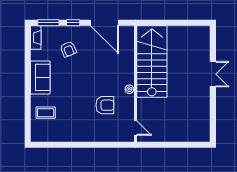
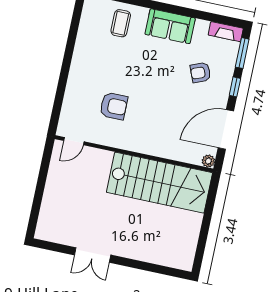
double door: (213, 74) -> (93, 255), moved
plant: (129, 89) -> (208, 161), moved
armchair: (105, 105) -> (114, 106), turned -90

